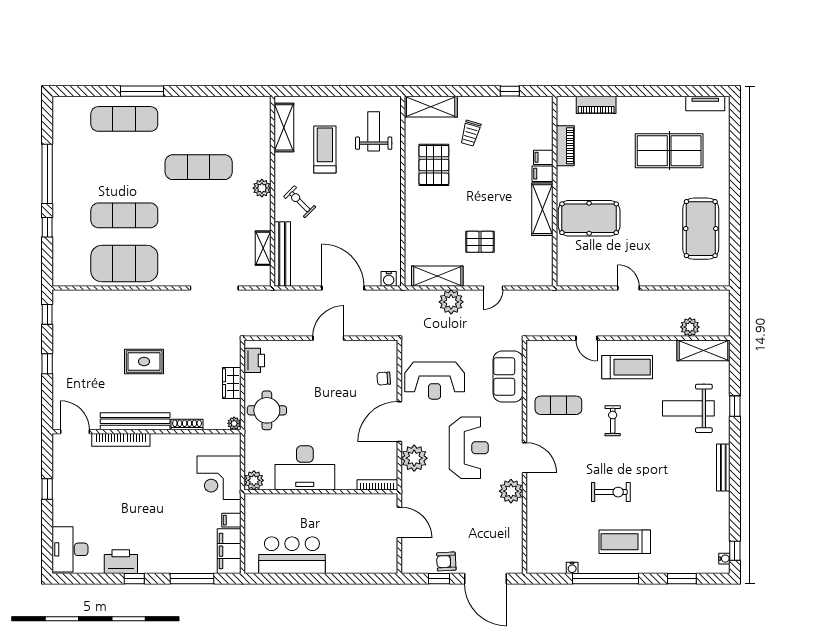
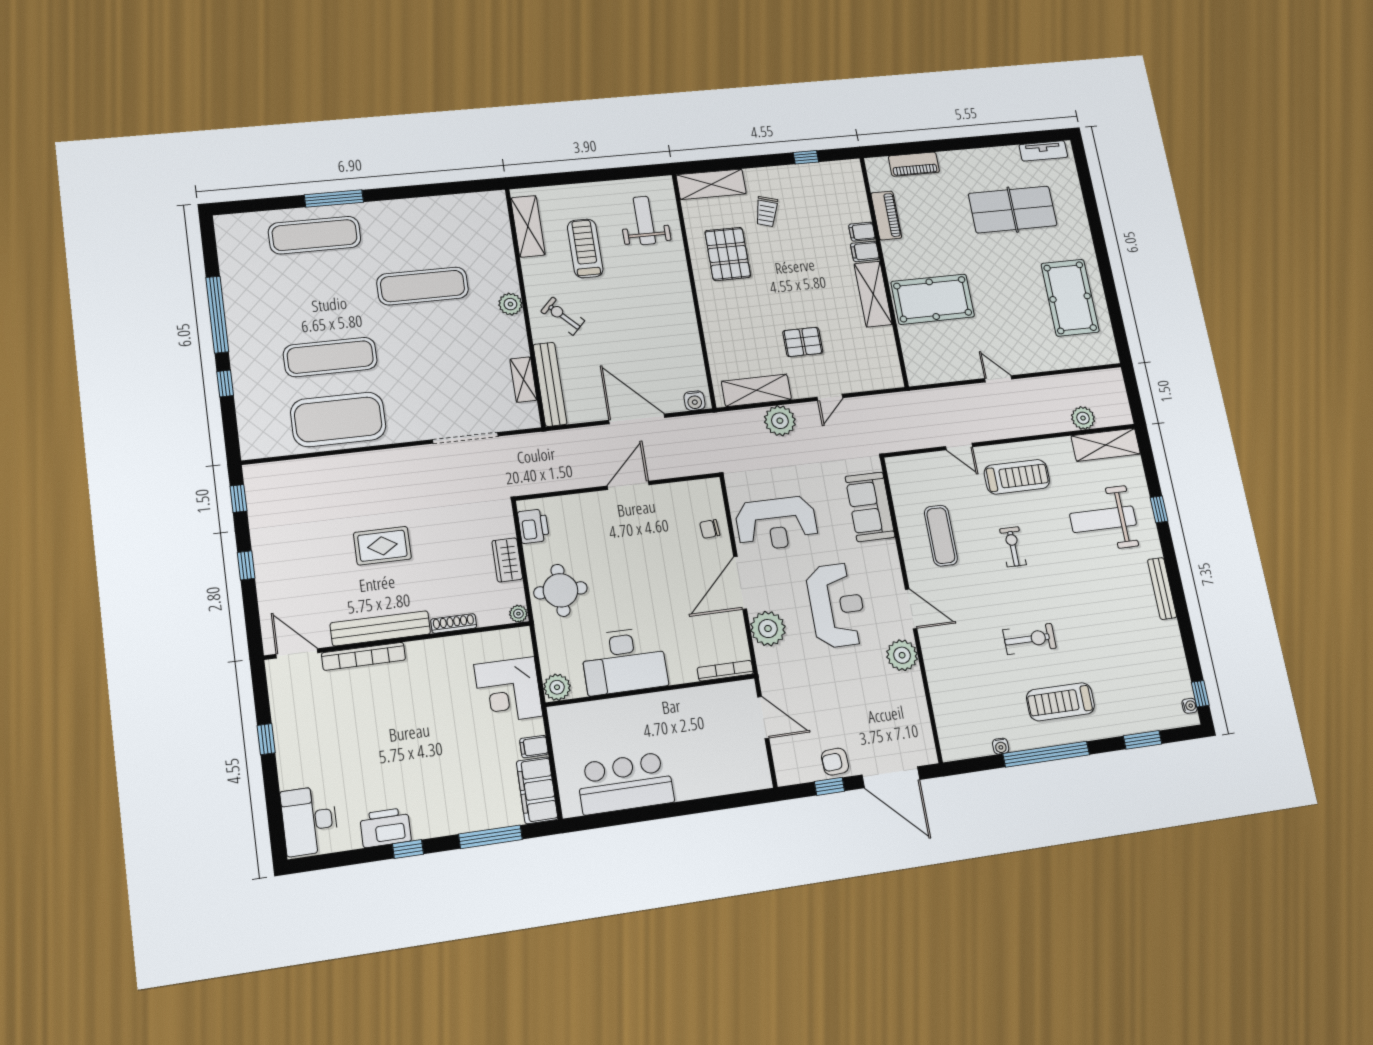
exercise mat: (558, 405) -> (941, 536), turned 90

